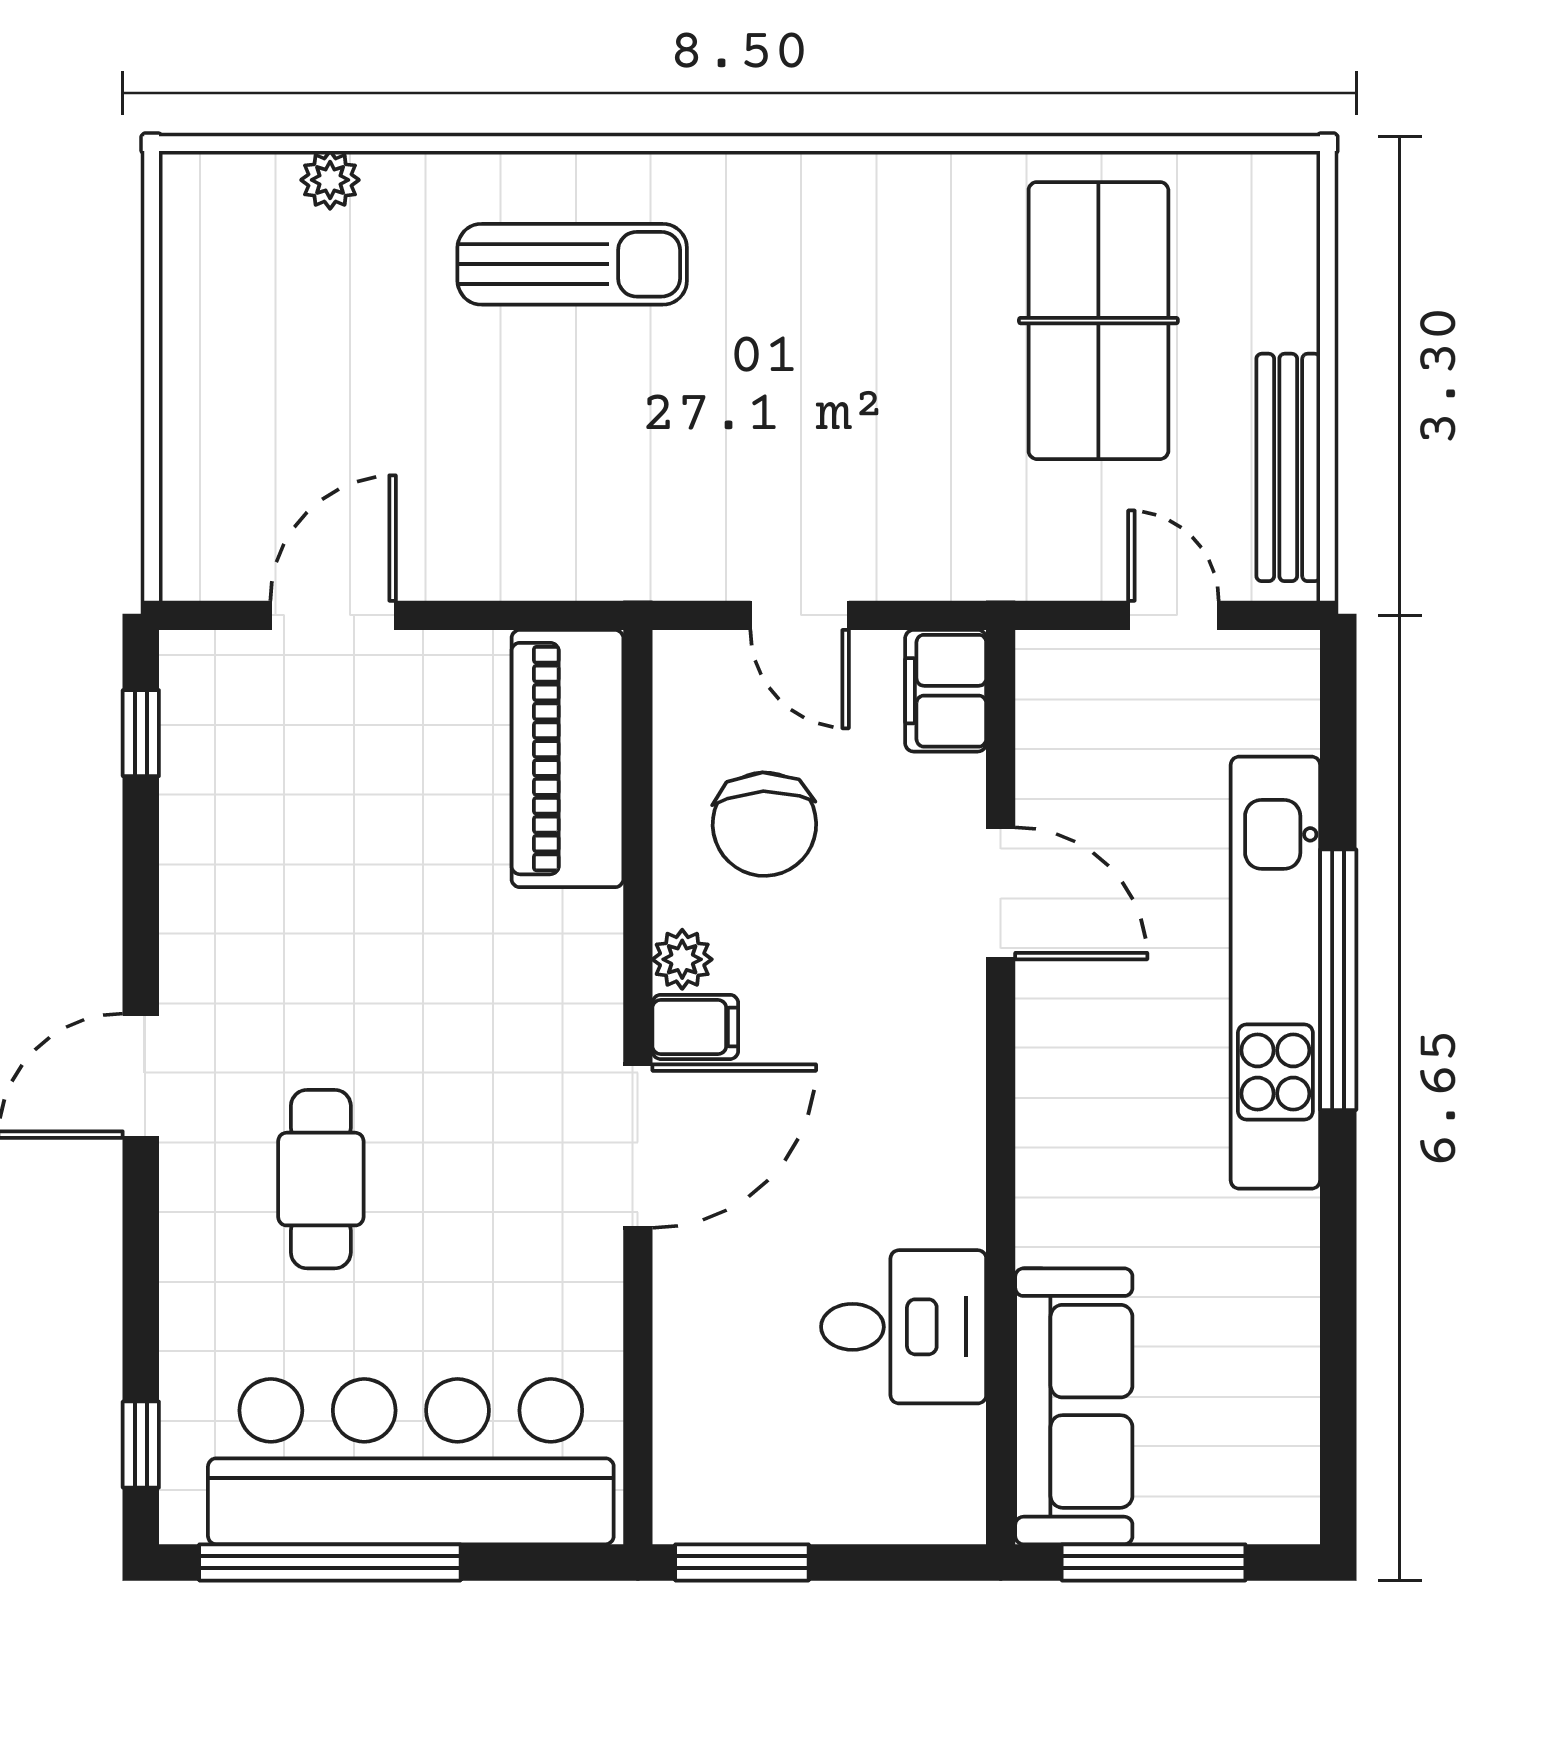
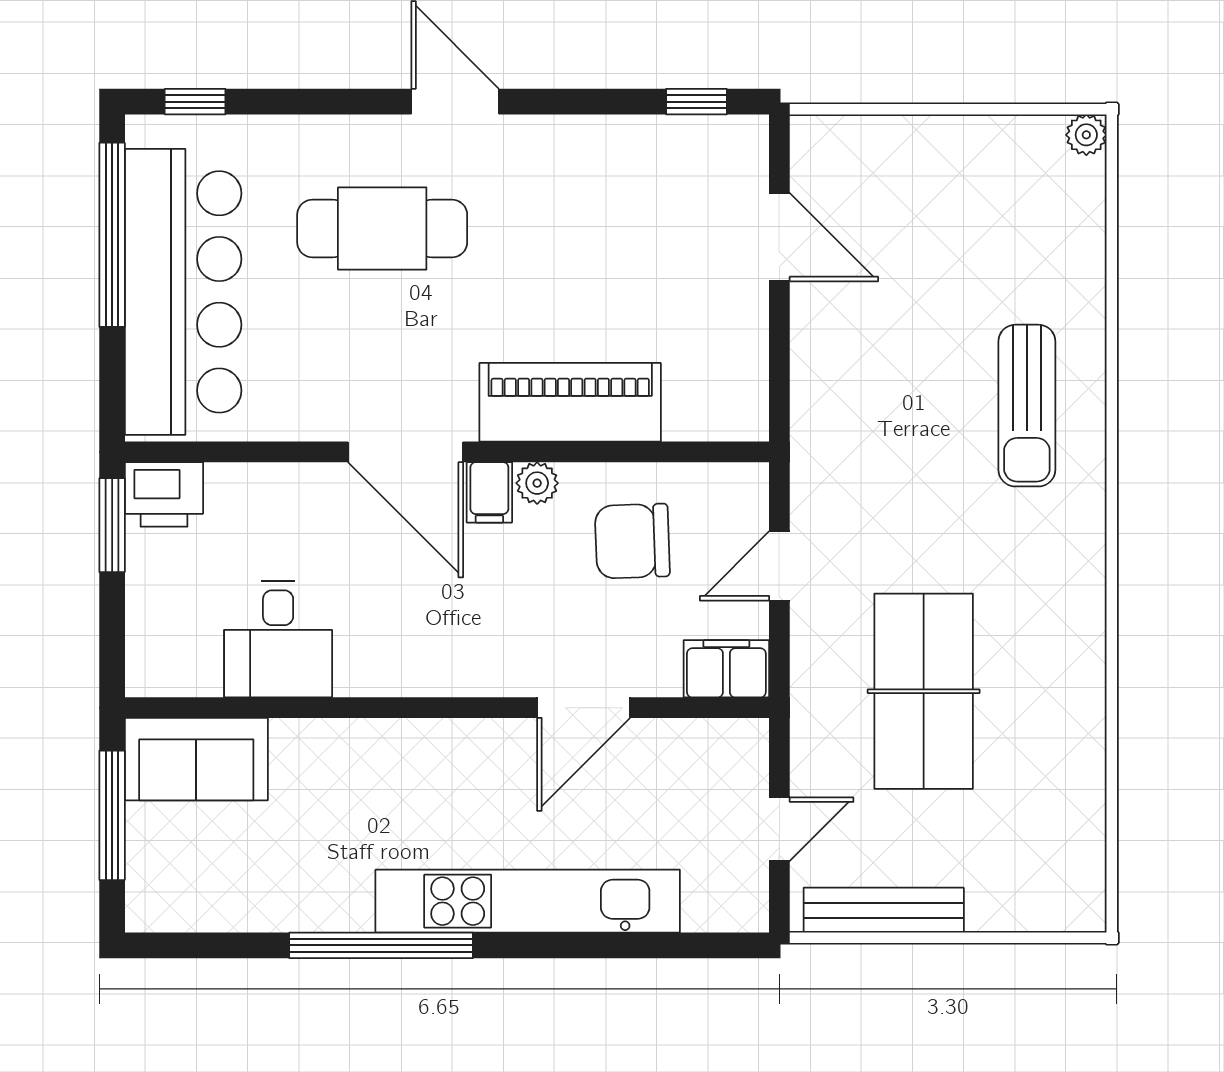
plant: (330, 180) -> (1086, 135), moved
table tennis table: (1098, 321) -> (924, 691), moved, turned 90
piano: (567, 759) -> (570, 402), moved
window: (1338, 980) -> (381, 945), moved
cafe table: (321, 1179) -> (382, 228), width x1.37, depth x1.35
sofa: (1074, 1406) -> (196, 759), width x0.73
printer: (698, 1489) -> (164, 494), added

